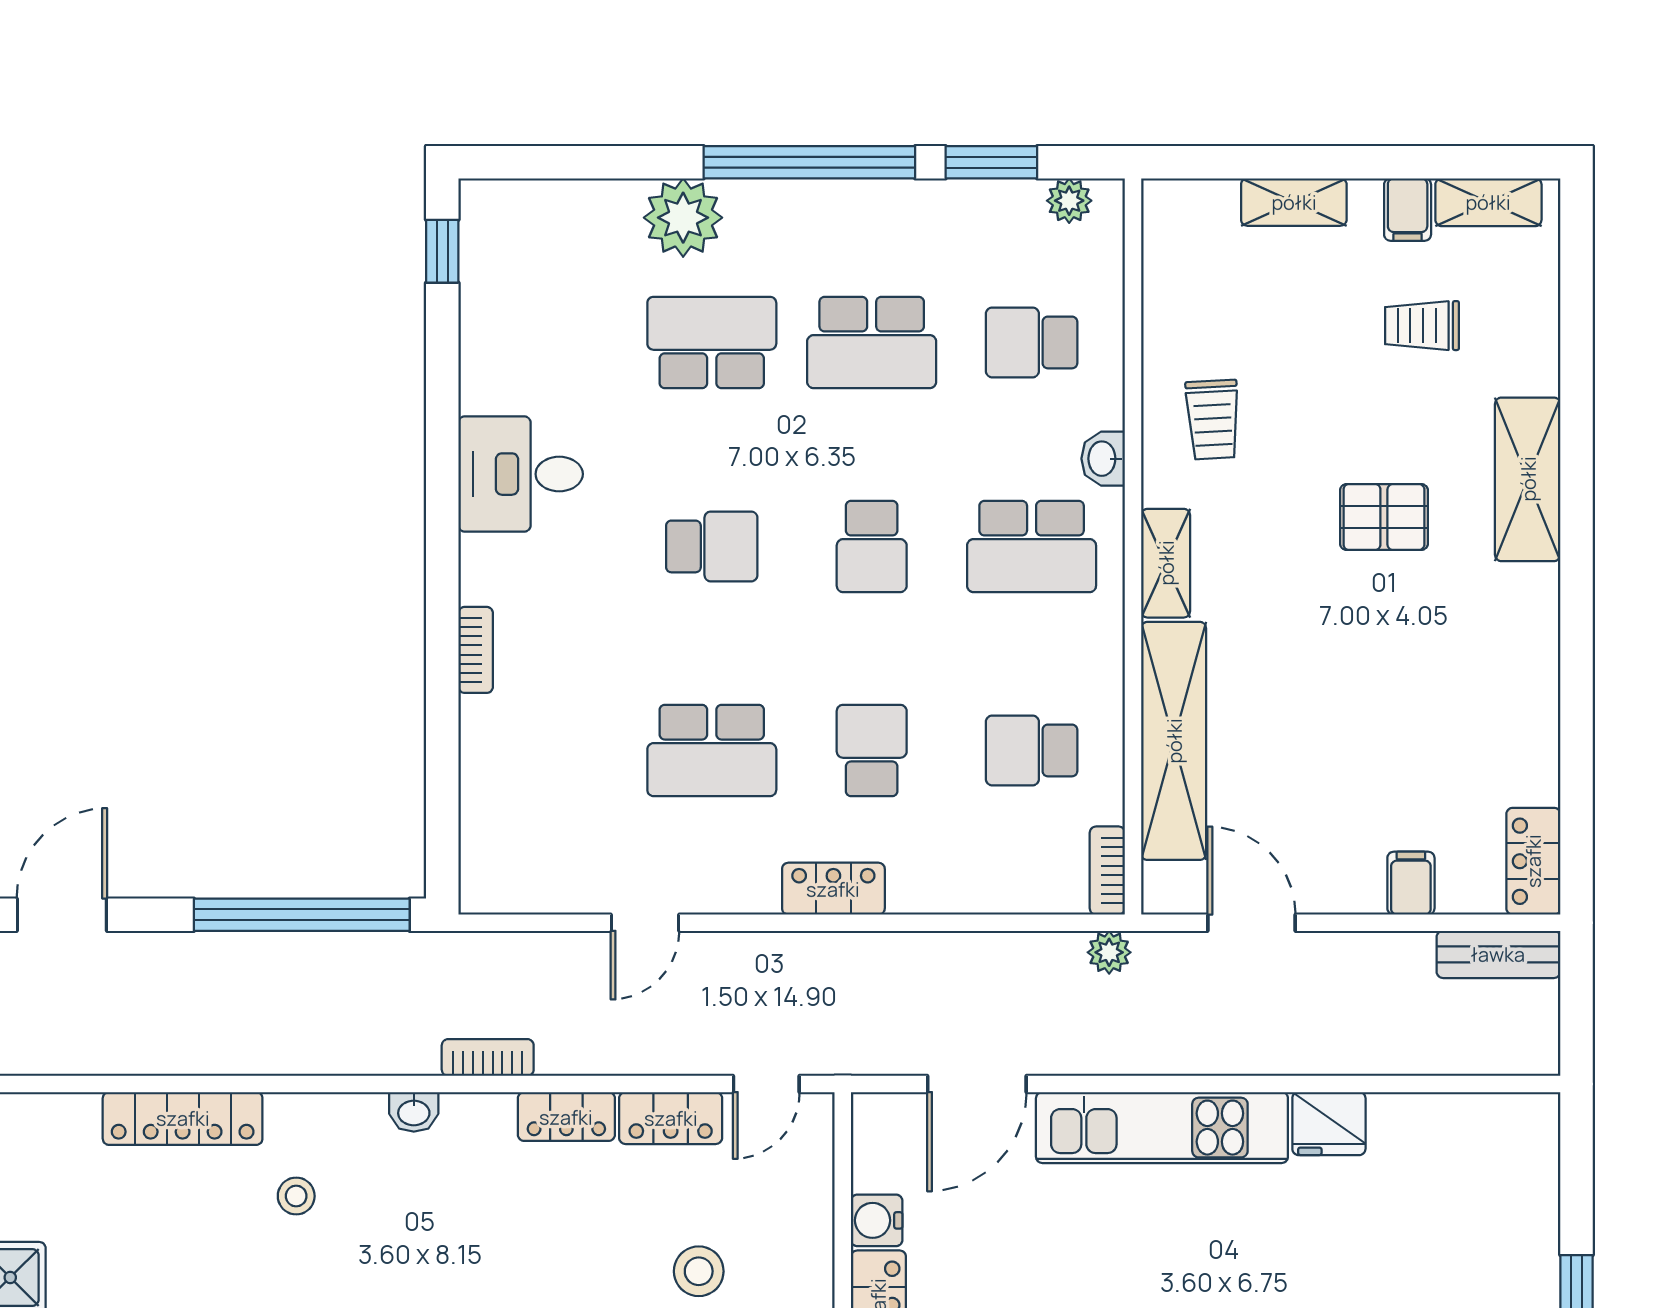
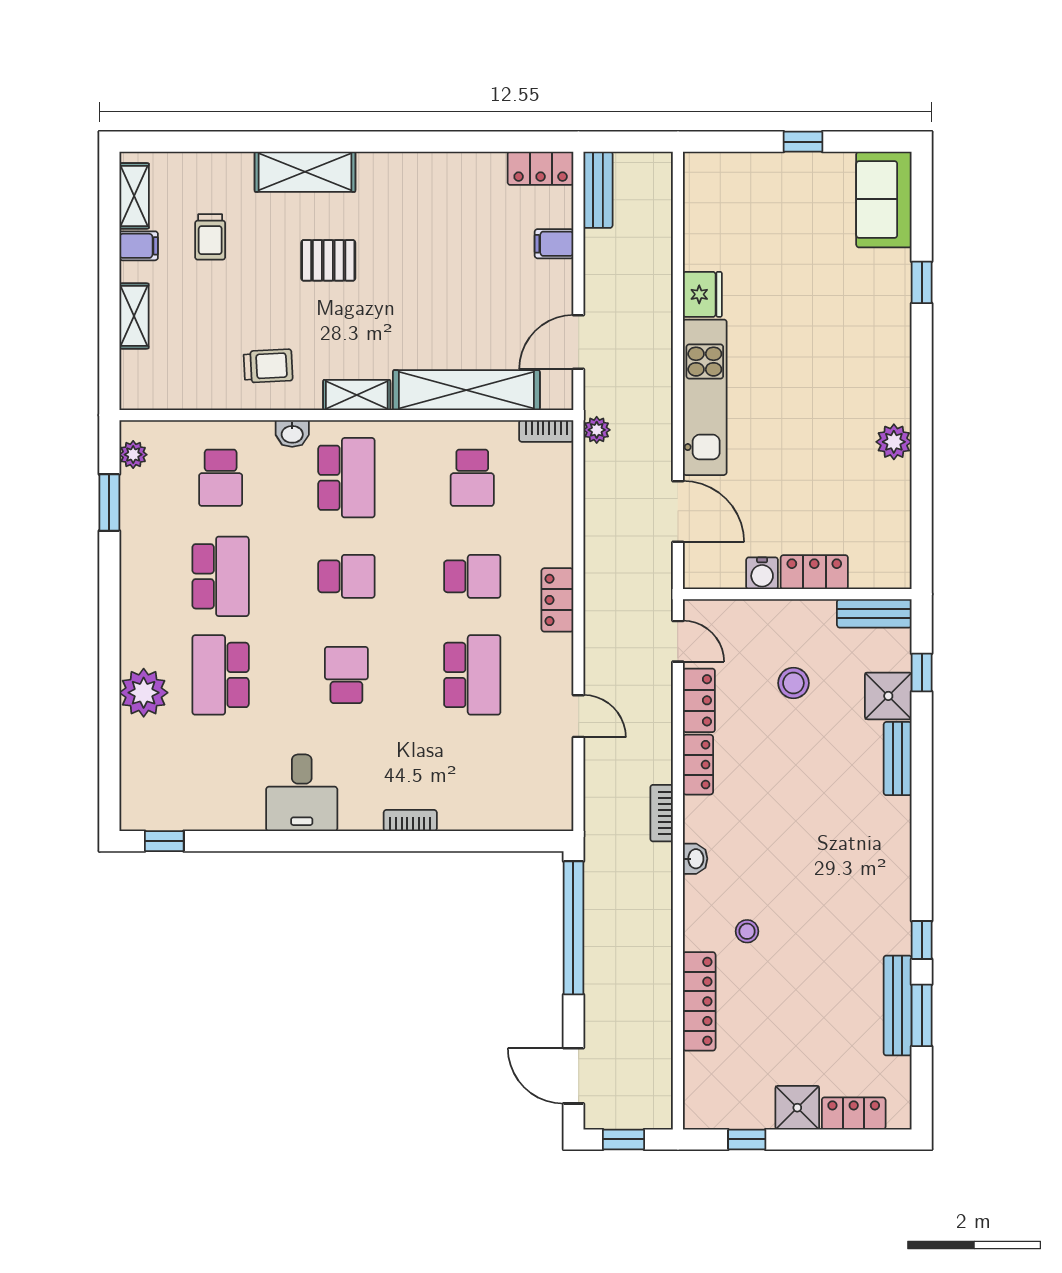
window: (809, 162) -> (109, 615), removed
pallet: (1384, 517) -> (328, 260), turned 90
school desk: (872, 750) -> (472, 576), turned 180

